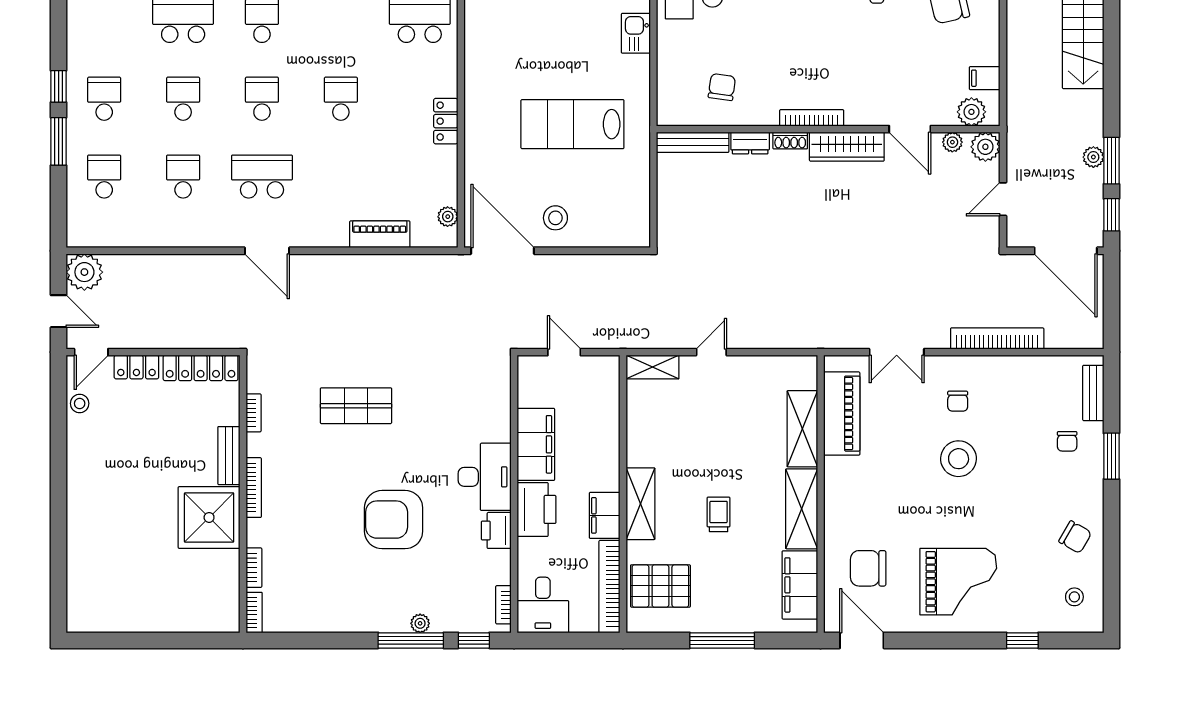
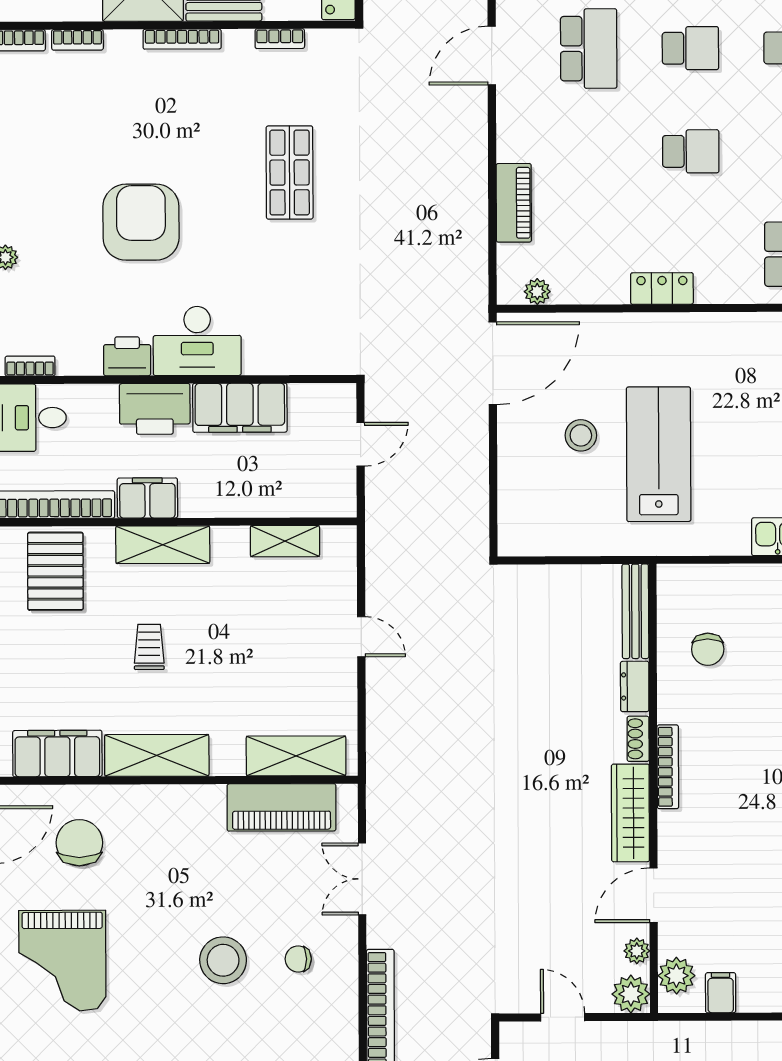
chair: (722, 87) -> (708, 649), turned 82
stool: (555, 218) -> (581, 435), moved
shelving: (653, 367) -> (285, 541), moved, turned 90
shelving: (802, 429) -> (296, 756), moved
trolley: (719, 514) -> (149, 647), turned -90

